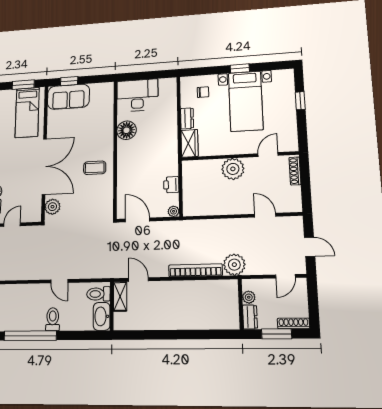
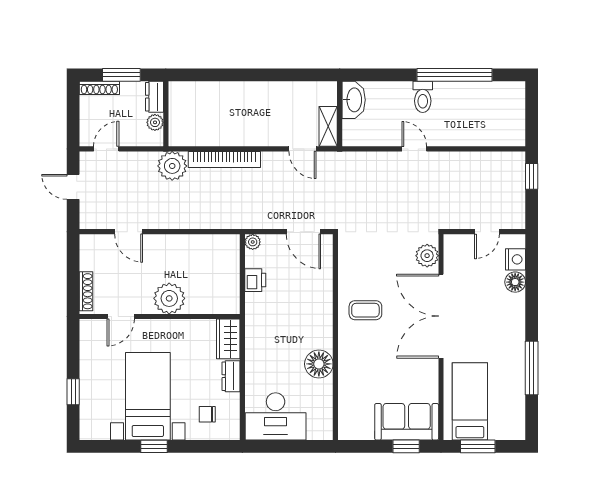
desk: (137, 95) -> (276, 416), moved
toilet: (98, 294) -> (358, 130), removed

